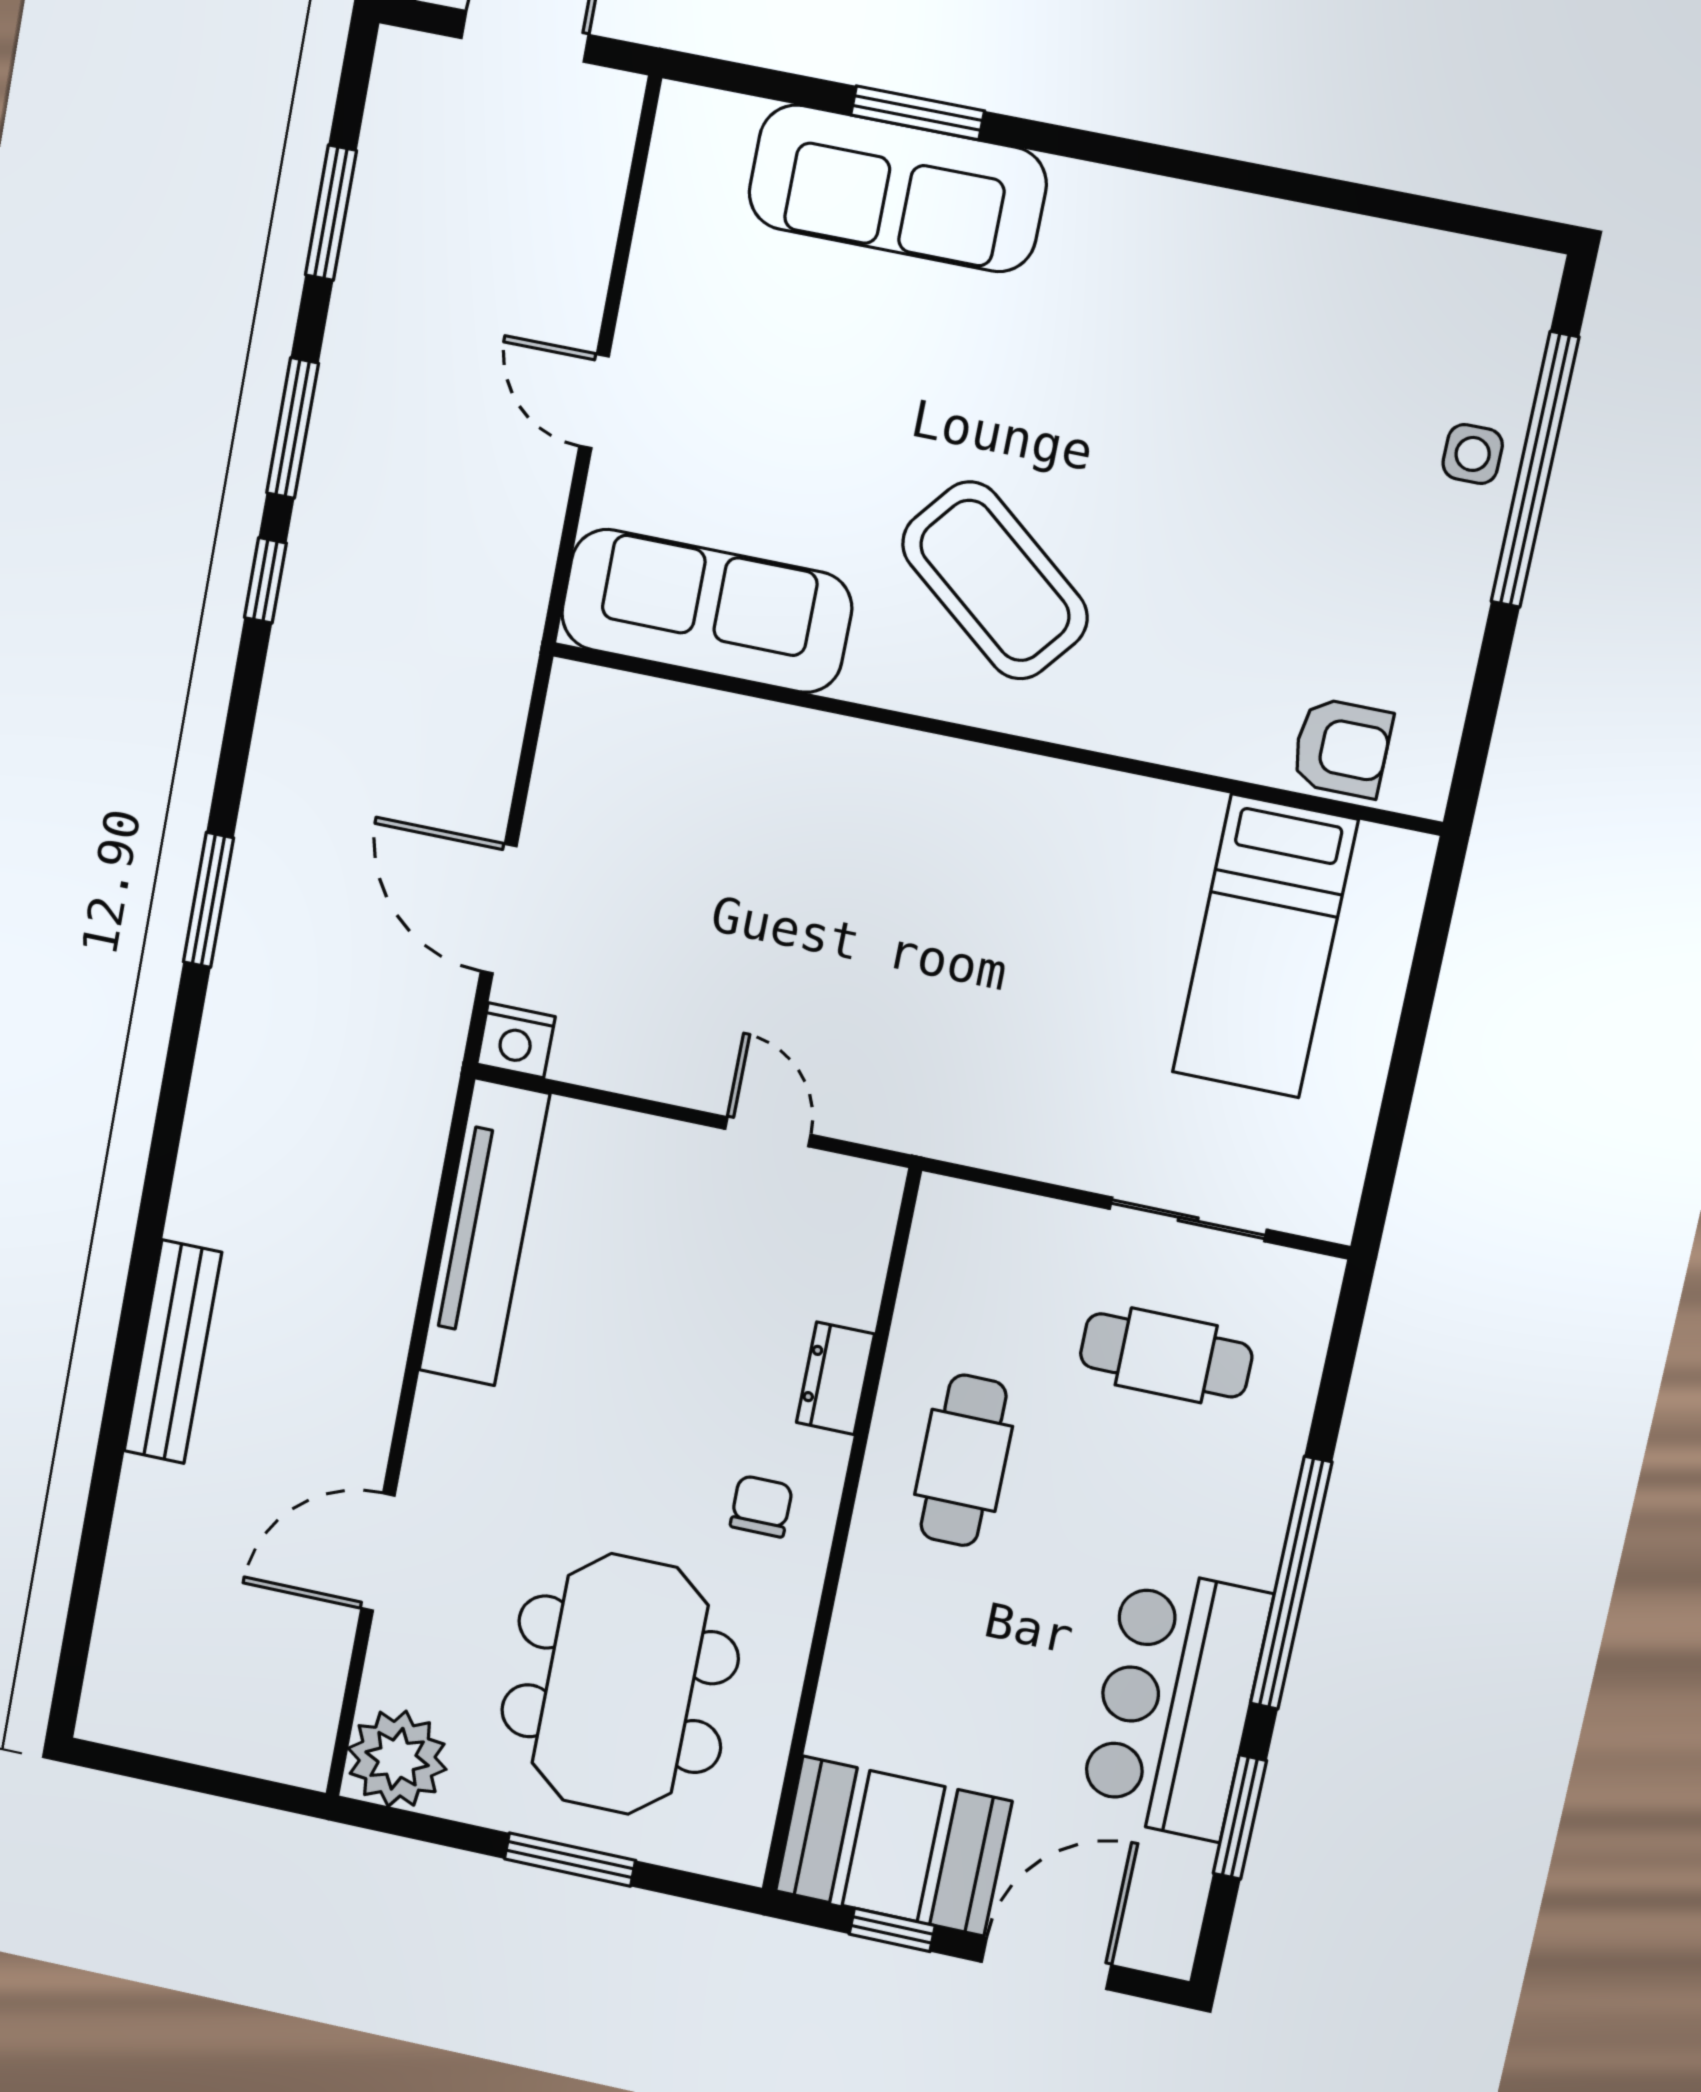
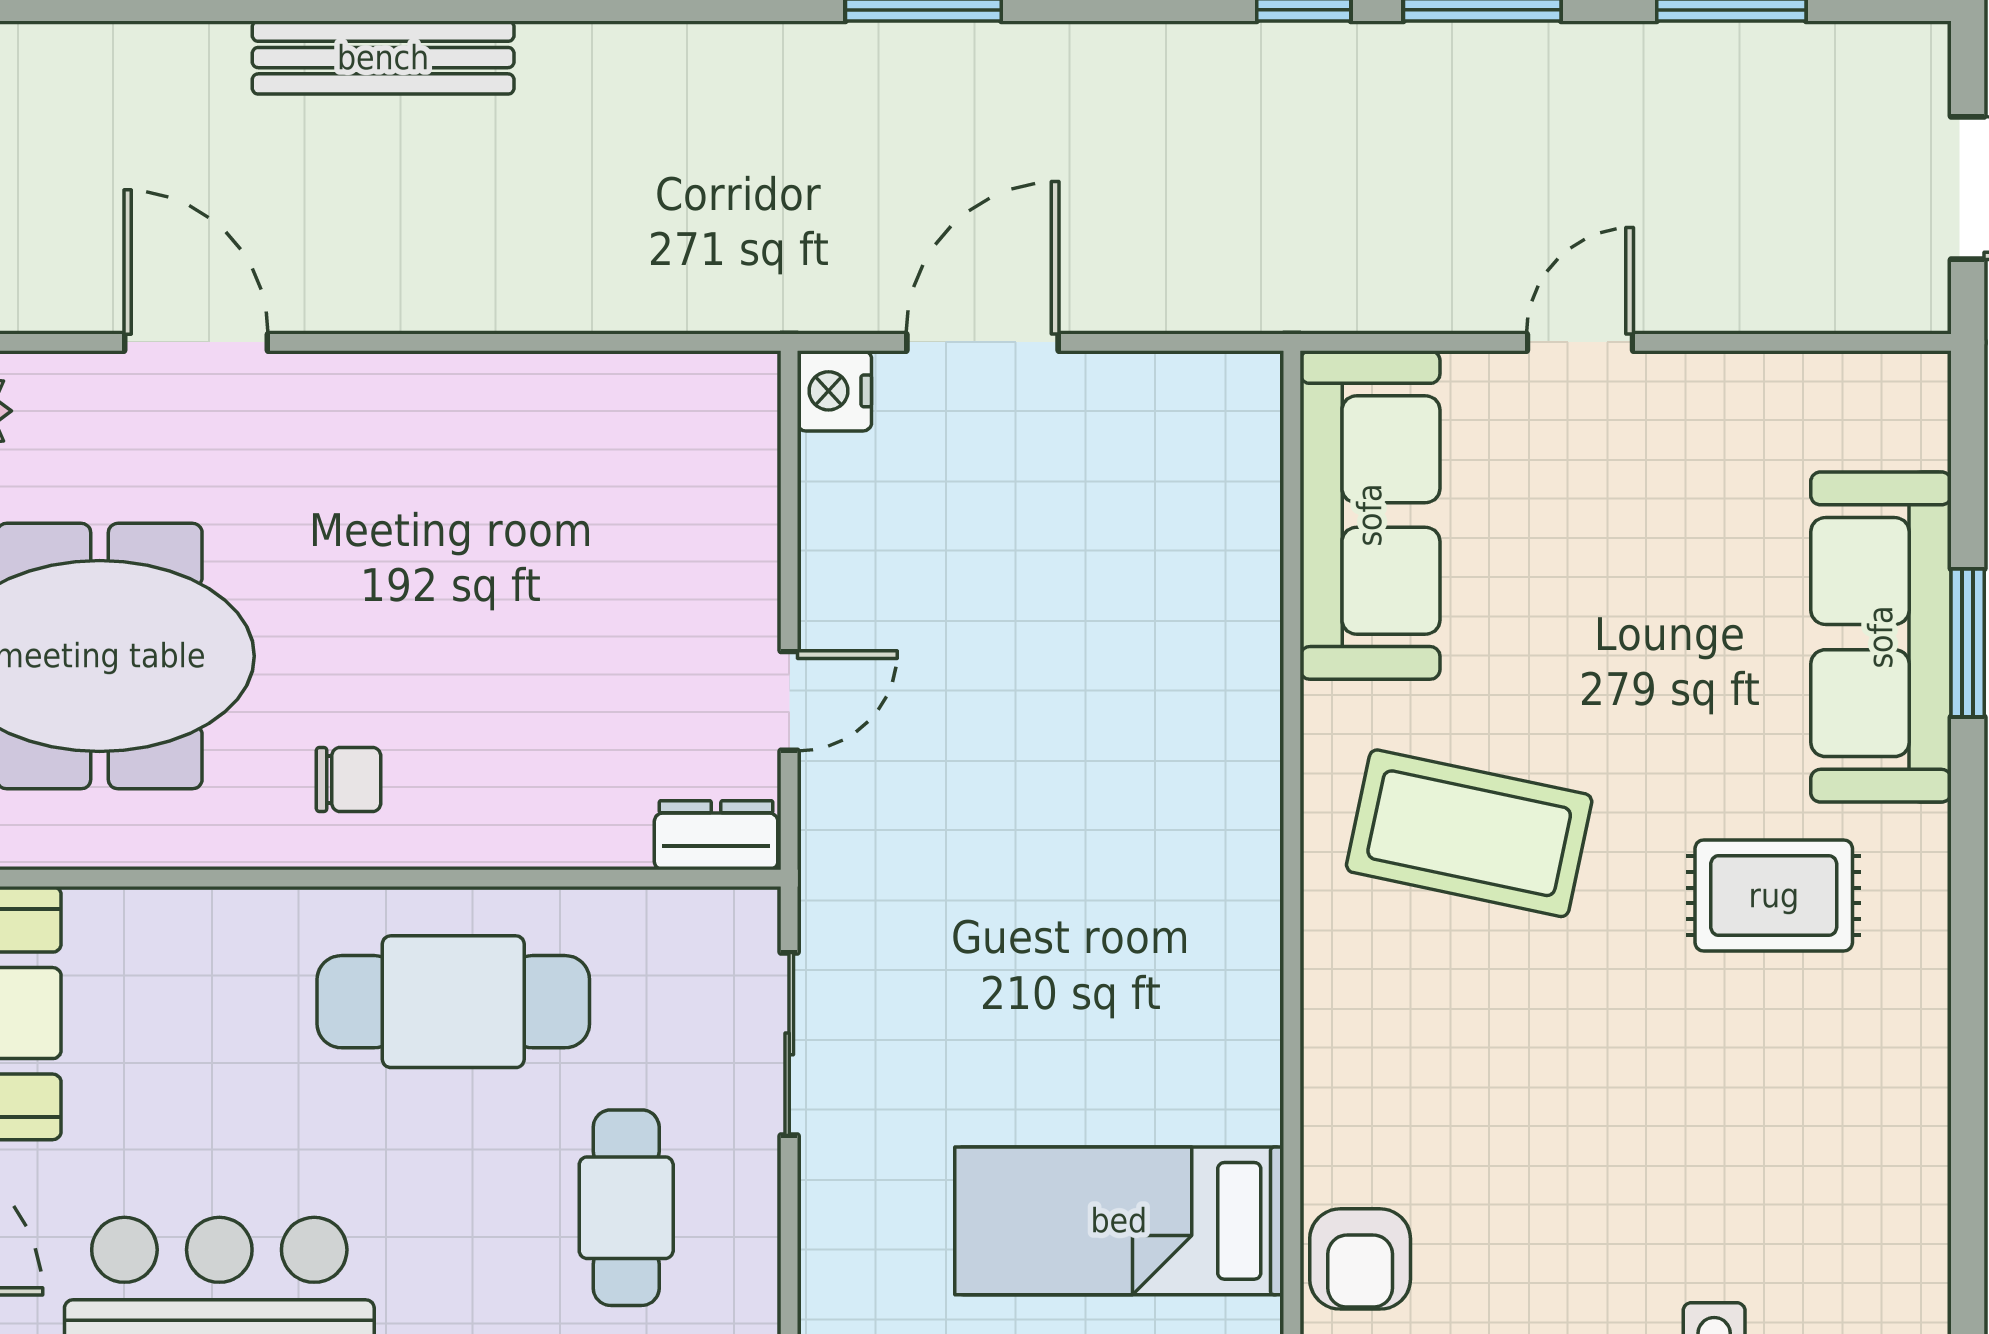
rug: (1102, 327) -> (1774, 896), added
coffee table: (995, 580) -> (1469, 833), turned 63
sliding door: (1188, 1219) -> (789, 1044), moved
tv unit: (484, 1232) -> (603, 396), removed
dresser: (835, 1378) -> (716, 835), moved
cafe table: (964, 1460) -> (453, 1002), width x1.37, depth x1.35

